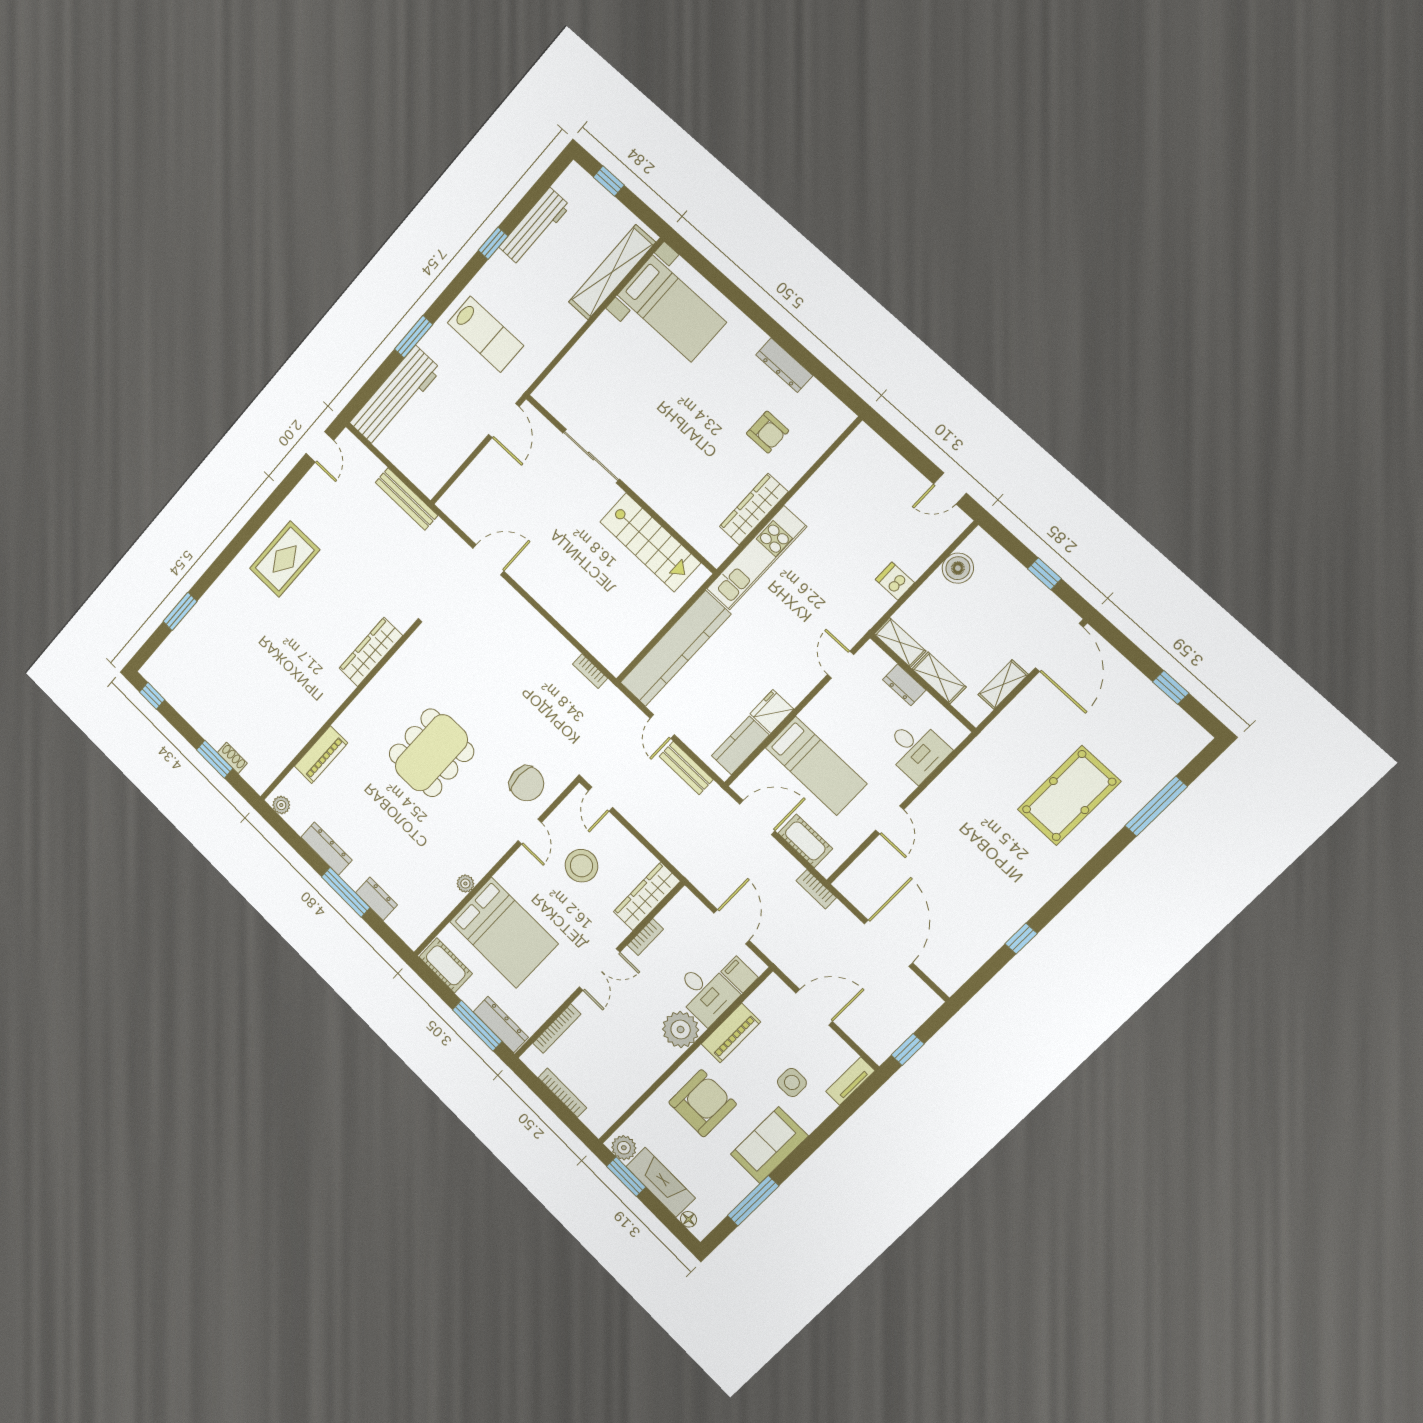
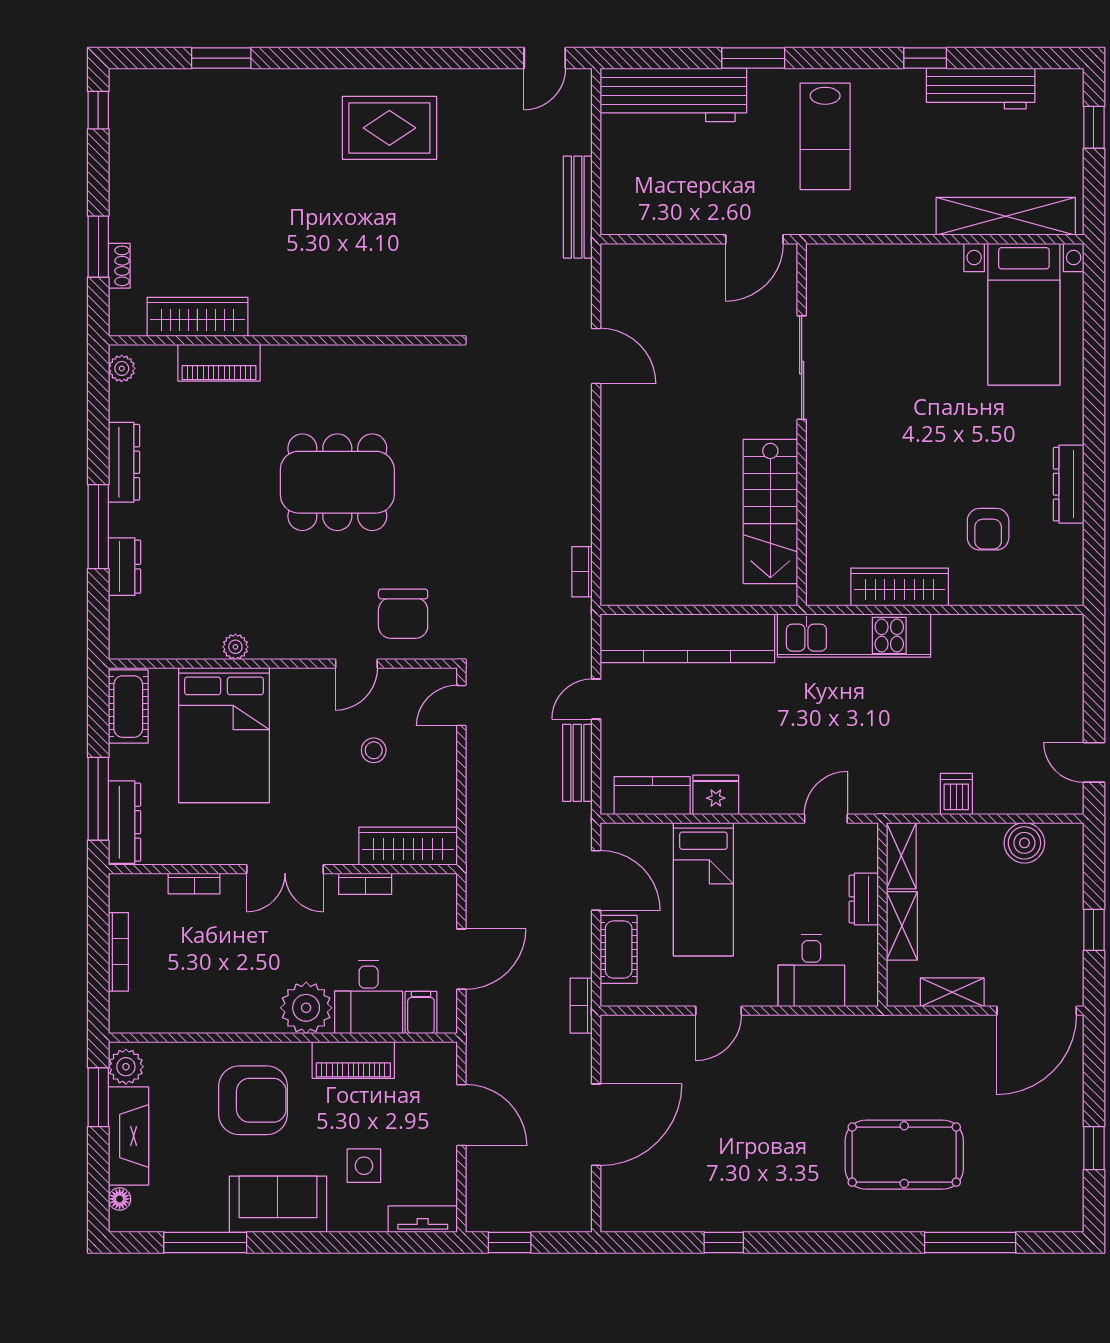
wardrobe: (371, 652) -> (197, 317), moved
stool: (581, 866) -> (374, 750), width x0.53, depth x0.53
bookcase: (557, 1029) -> (194, 884), width x0.64

